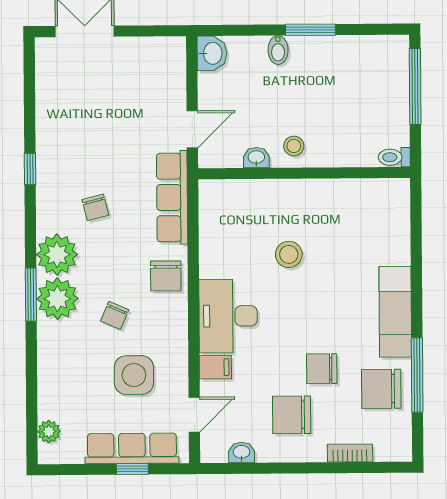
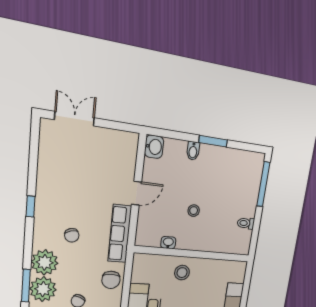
washbasin: (256, 158) -> (168, 243), moved
wall: (304, 173) -> (193, 254), moved

